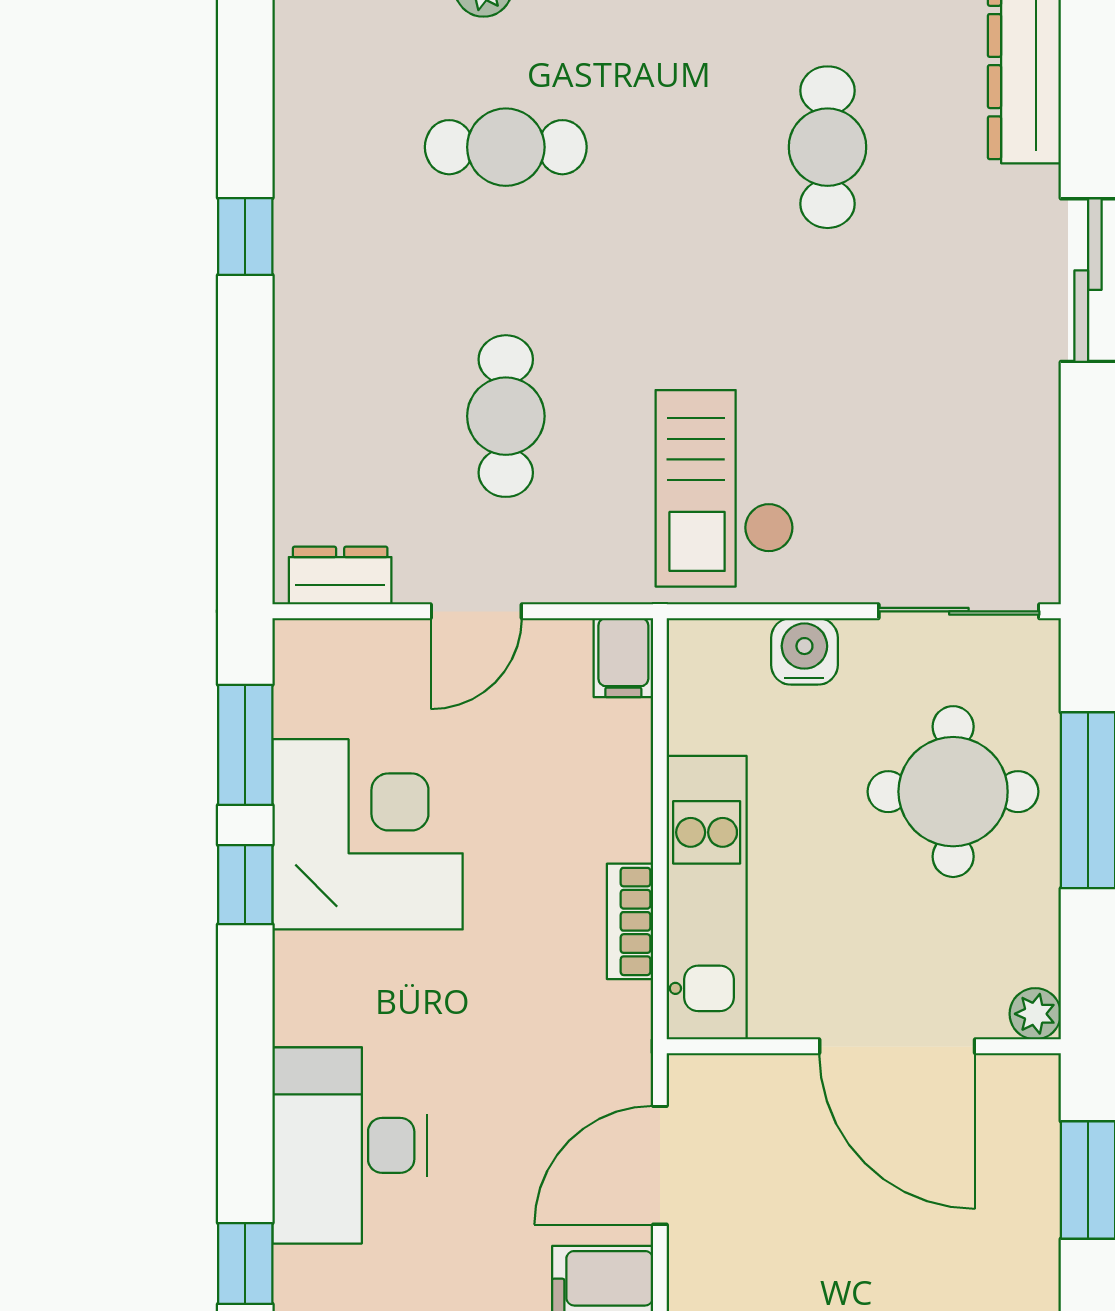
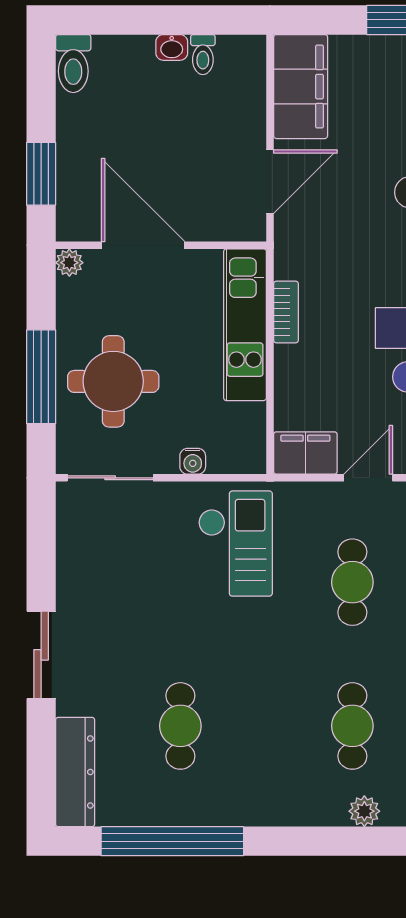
cafe table: (506, 147) -> (352, 726), turned 90
water cooler: (804, 651) -> (193, 461), width x0.72, depth x0.72
filing cabinet: (623, 658) -> (305, 453), width x2.00

